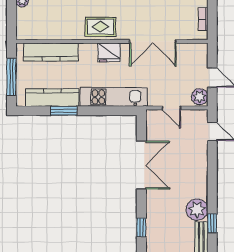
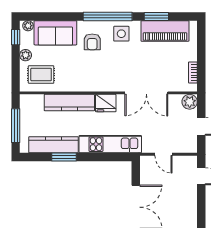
rug: (101, 27) -> (41, 74), moved
kitchen counter: (51, 52) -> (69, 103), moved
plant: (200, 97) -> (190, 102), moved

